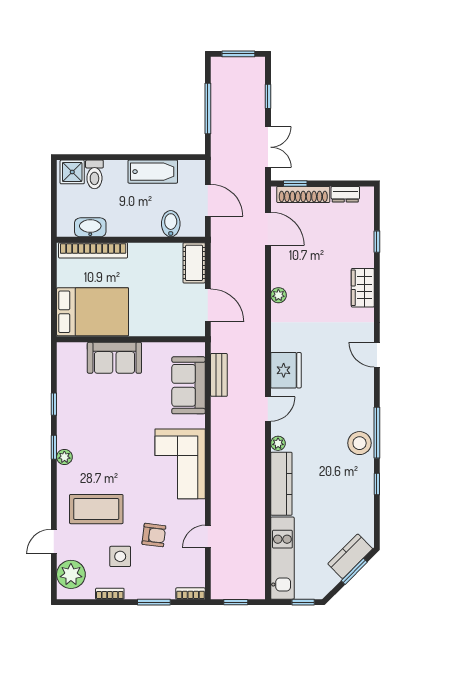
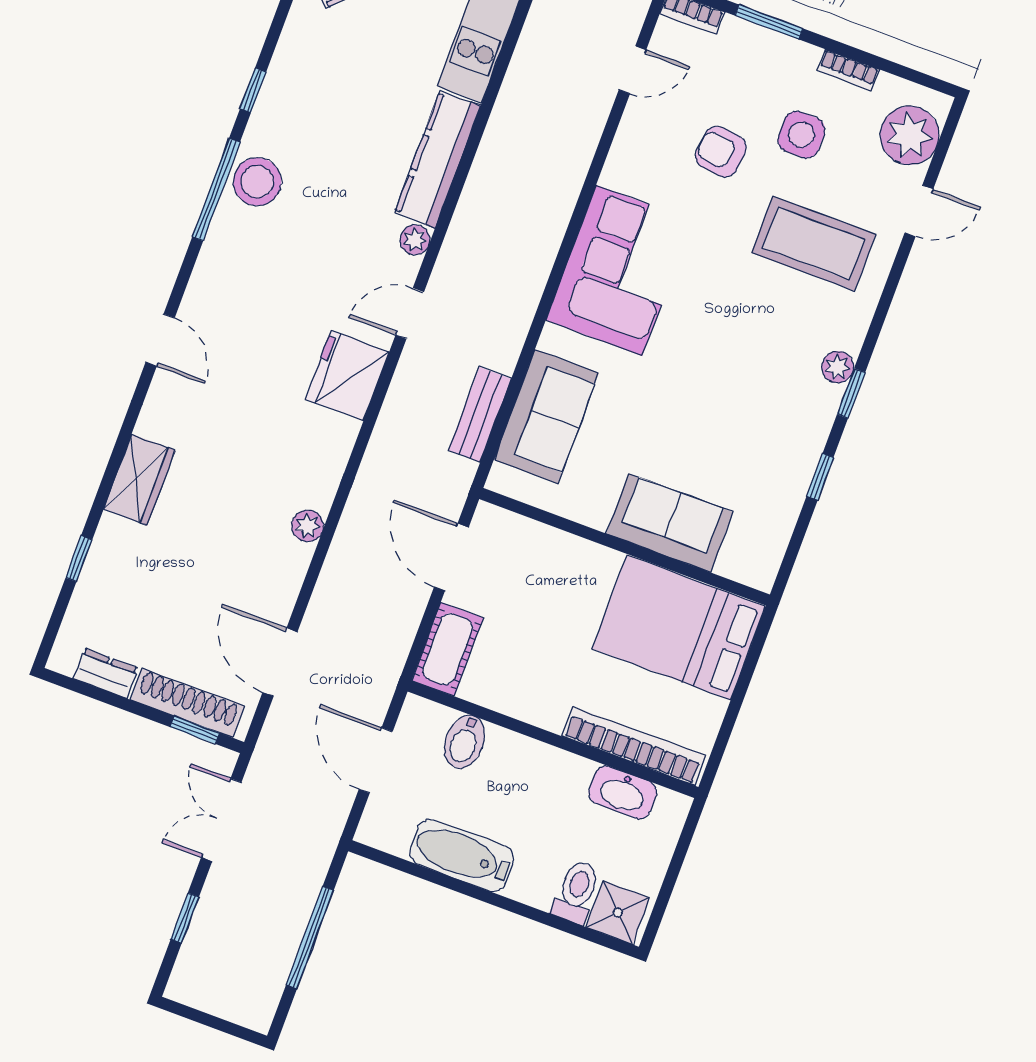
window: (238, 54) -> (212, 1021), removed
door: (208, 537) -> (633, 70), moved

